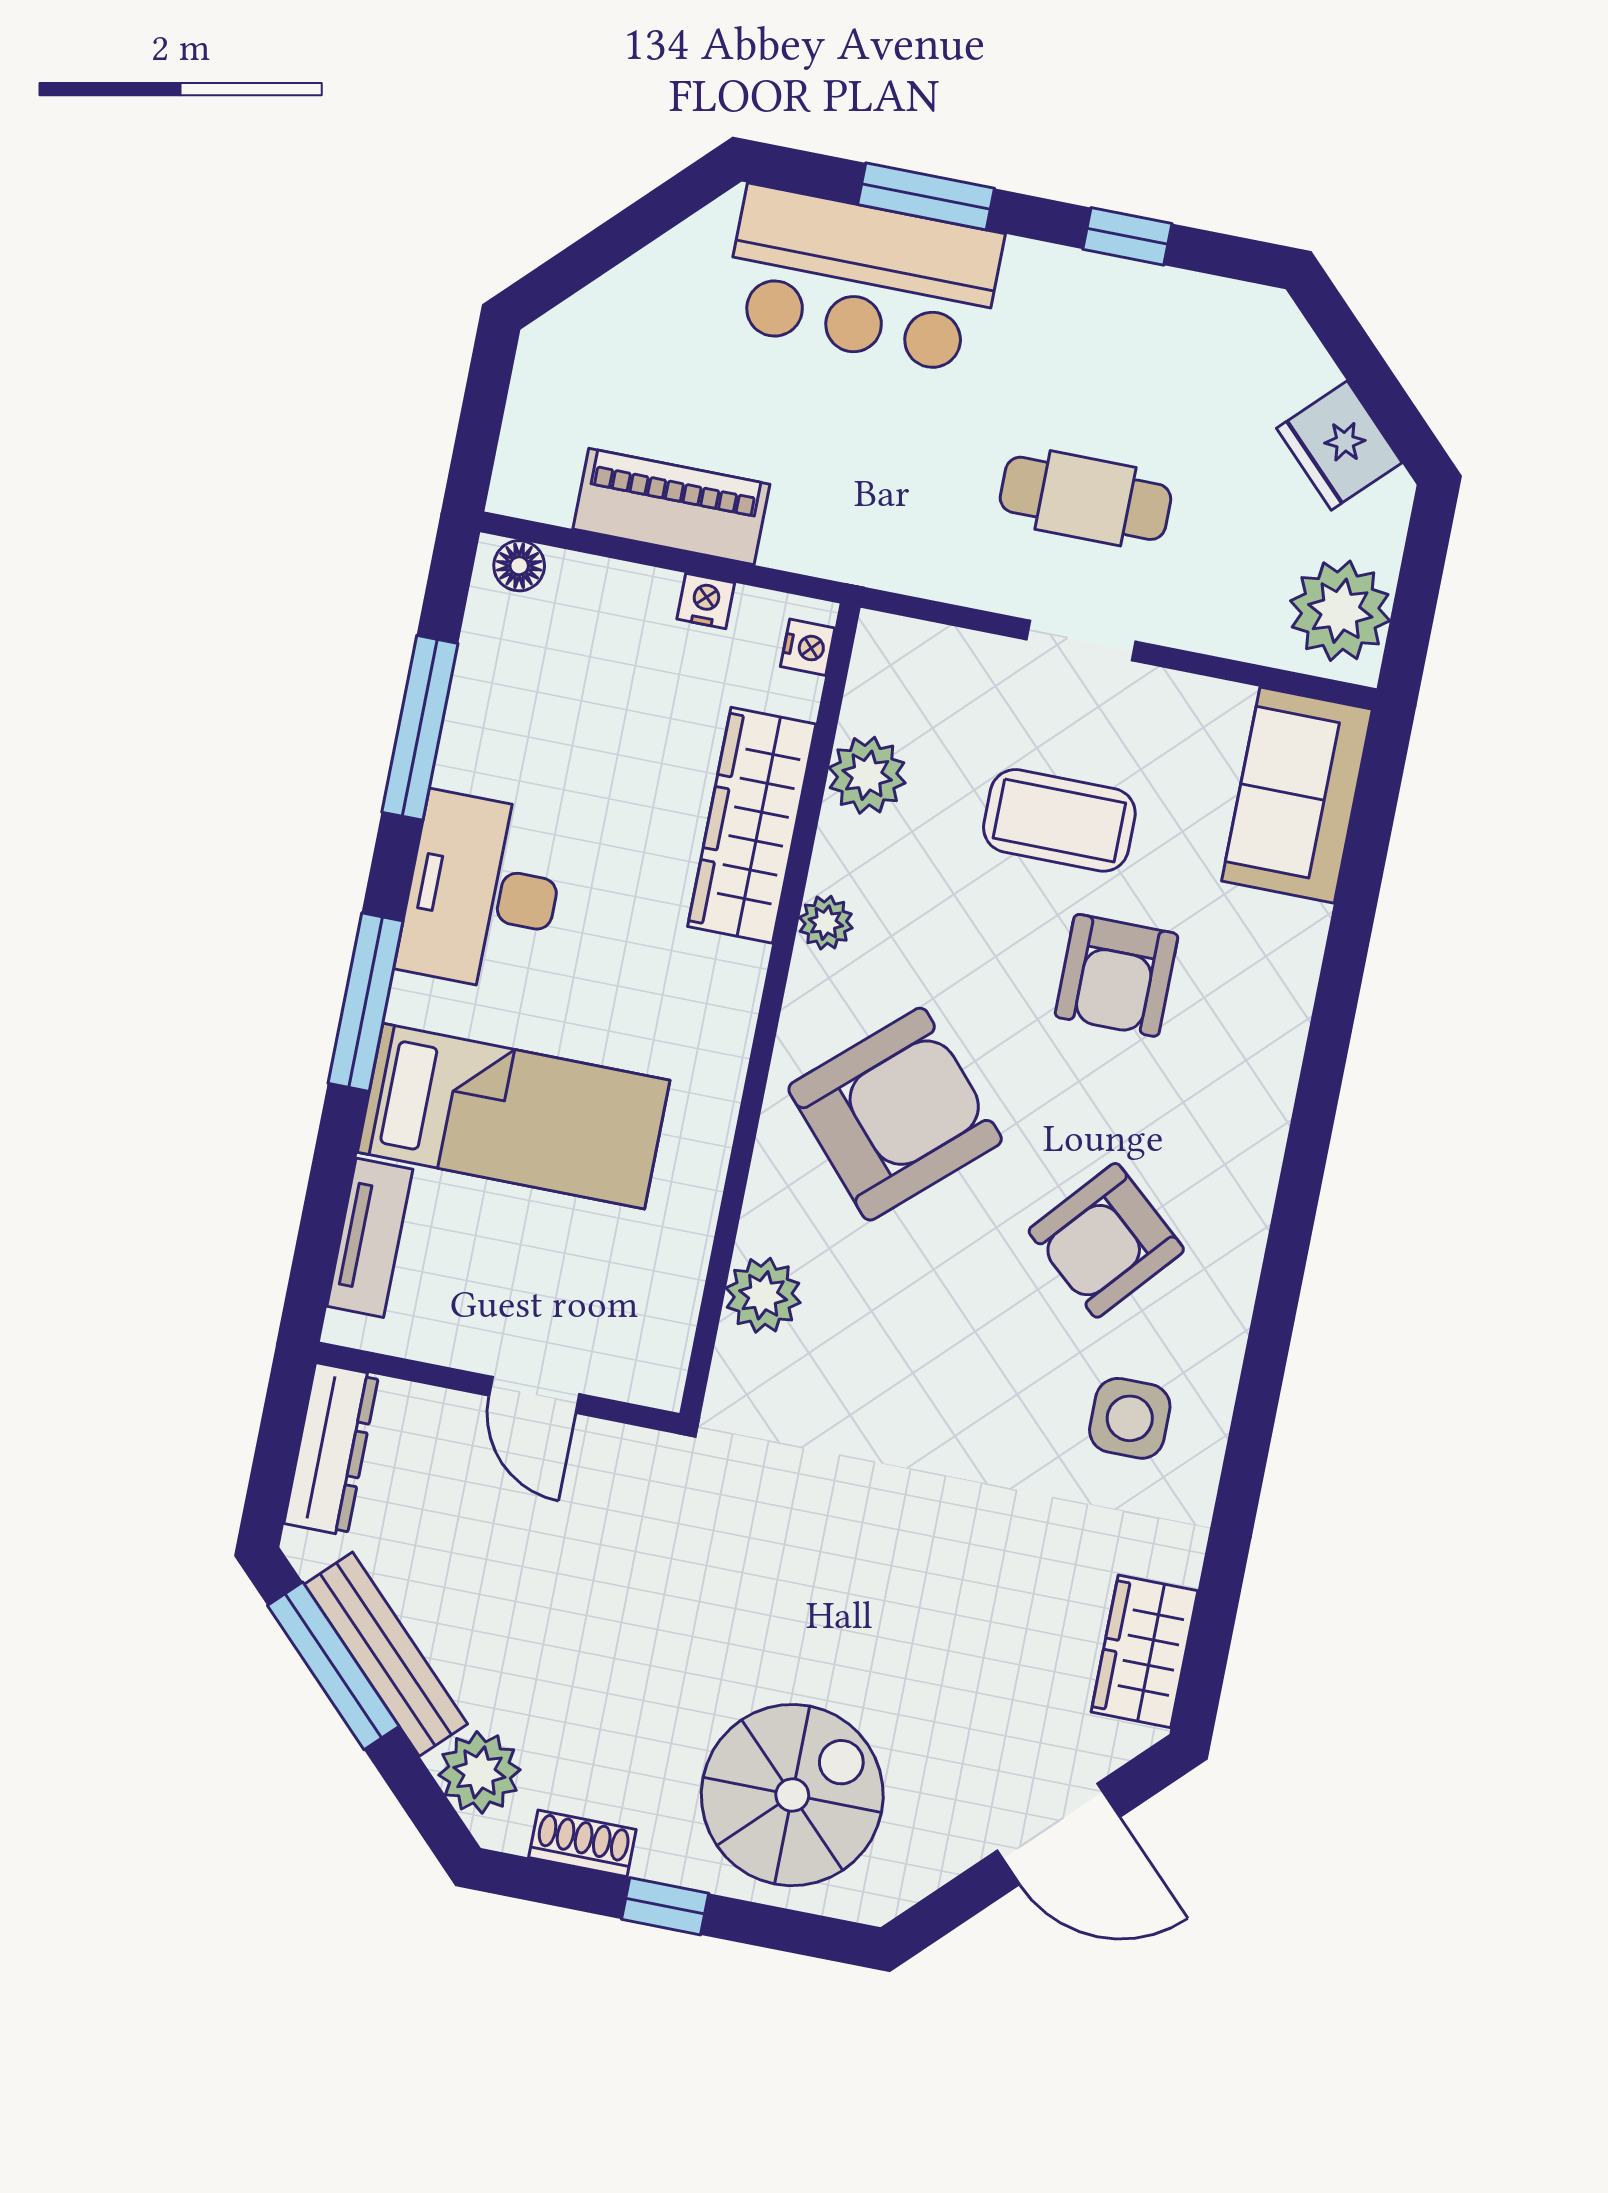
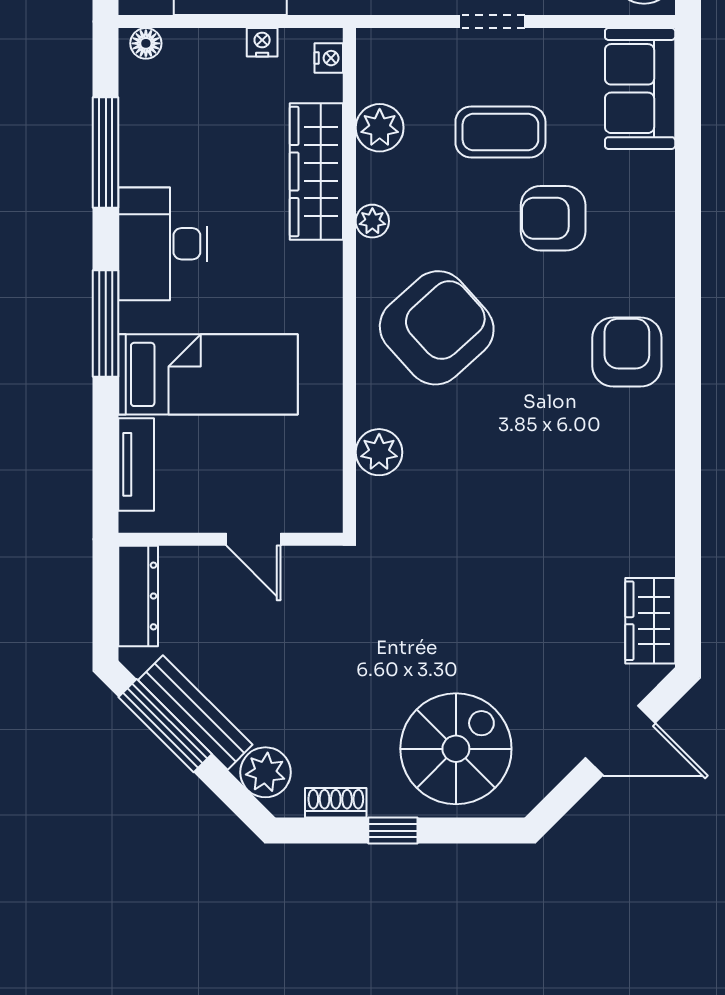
armchair: (1117, 975) -> (553, 218), turned 90
armchair: (1106, 1240) -> (627, 352), moved, turned 139
side table: (1130, 1418) -> (614, 483), removed

